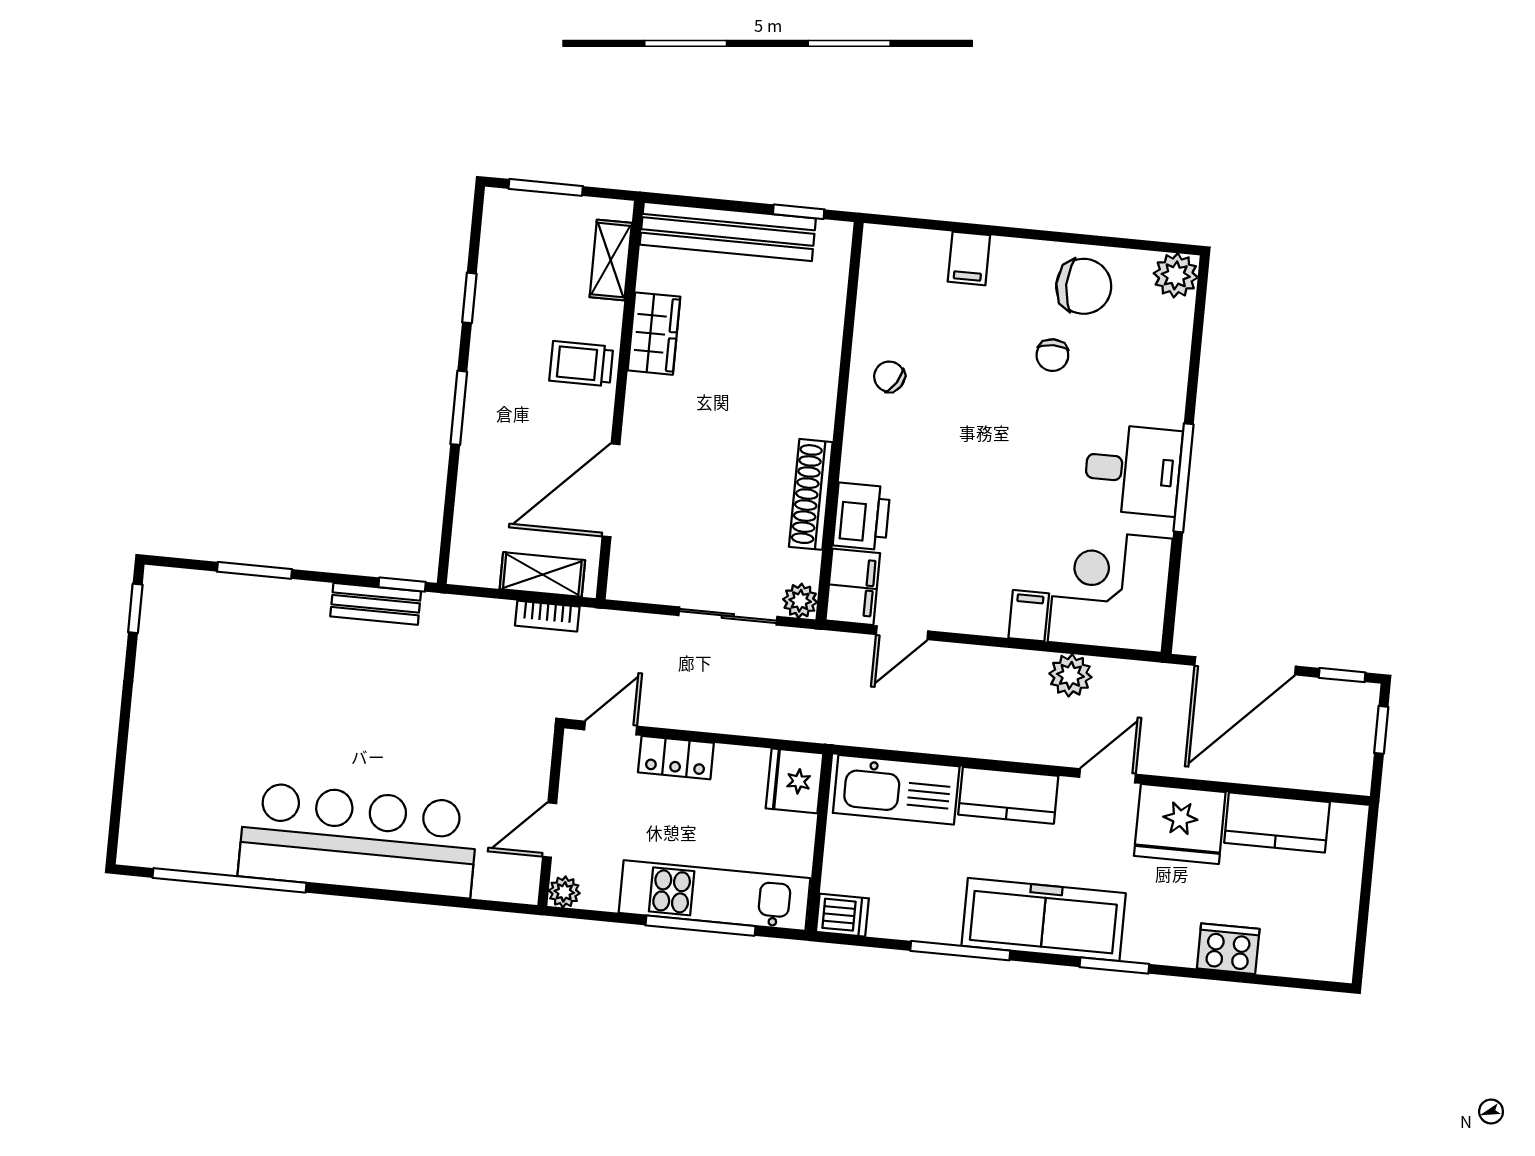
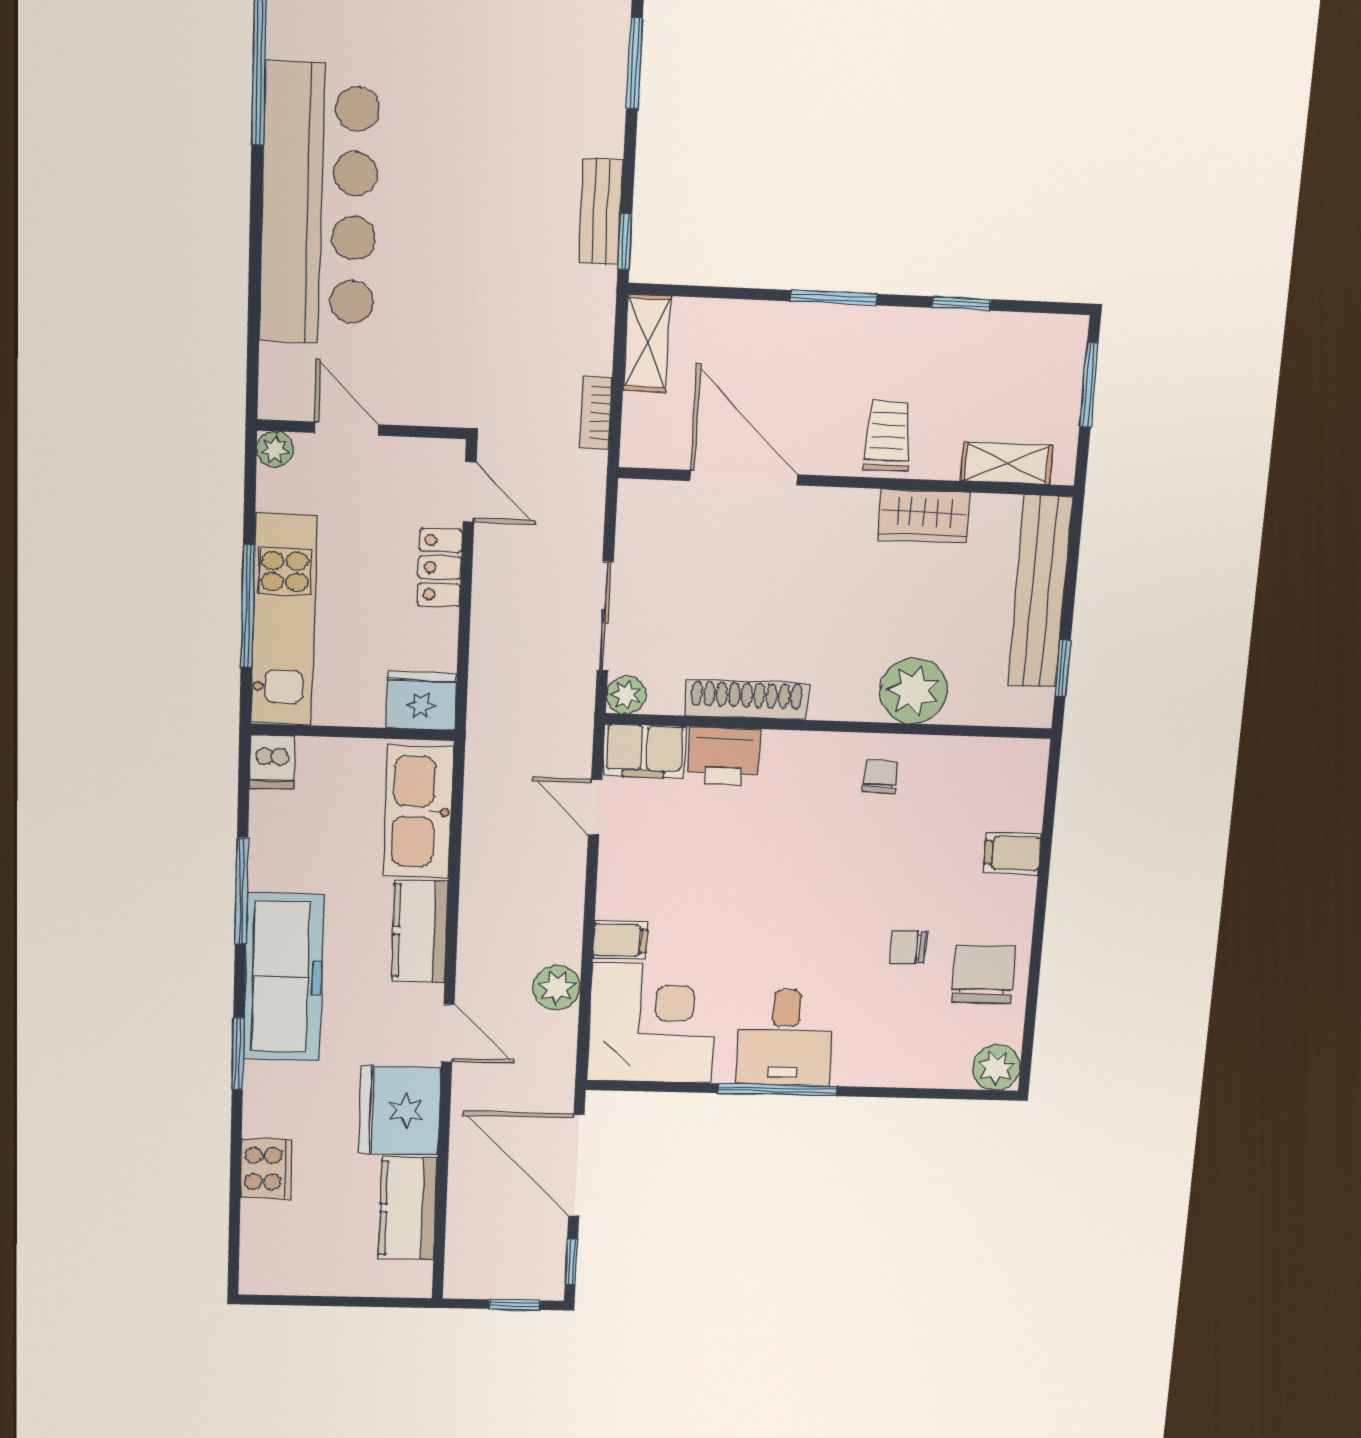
chair: (1084, 286) -> (983, 974), turned 180
plant: (812, 345) -> (914, 691), added
chair: (889, 377) -> (881, 777), turned -30
shelving: (542, 575) -> (647, 343), moved

